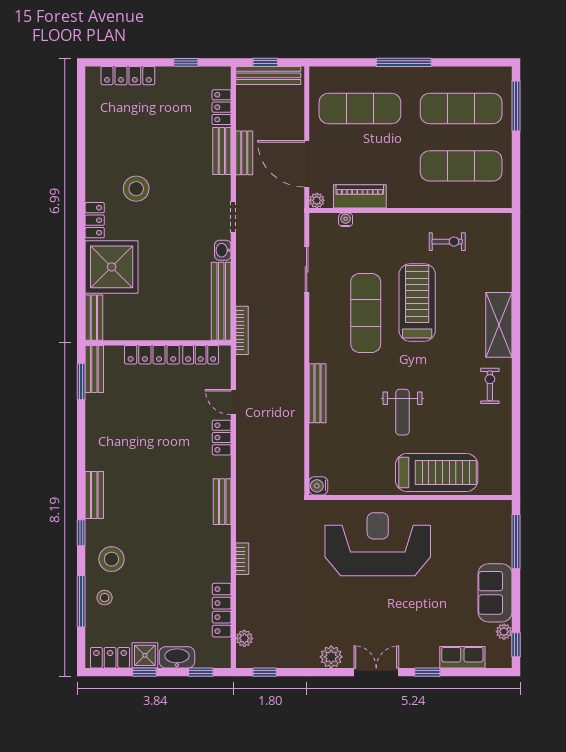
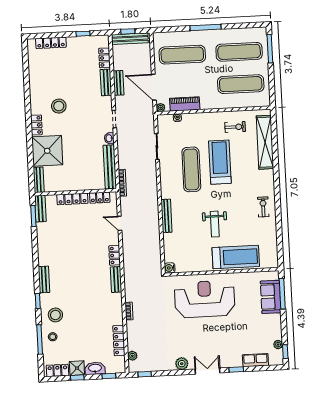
shelving: (499, 325) -> (265, 142), moved, width x1.47
locker: (222, 438) -> (115, 255), moved
sofa: (495, 593) -> (271, 297), moved

